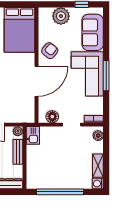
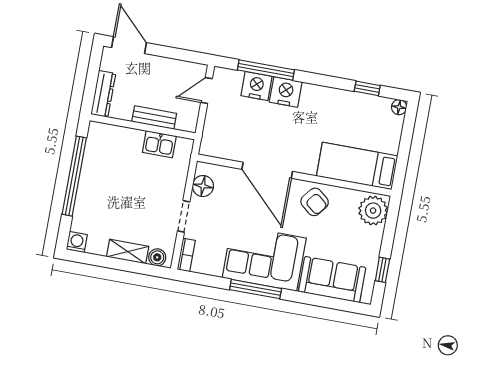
plant: (61, 16) -> (373, 211), moved
bed: (20, 30) -> (357, 166), width x0.67
plant: (18, 131) -> (189, 124), removed
kitchen sink: (33, 135) -> (159, 144), moved
shelving: (98, 166) -> (128, 252), moved

